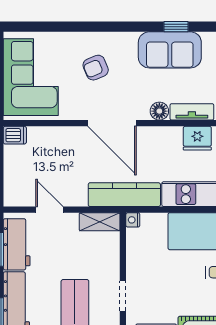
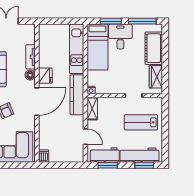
fridge: (197, 138) -> (45, 76), moved
door: (49, 210) -> (85, 137), swing flipped

